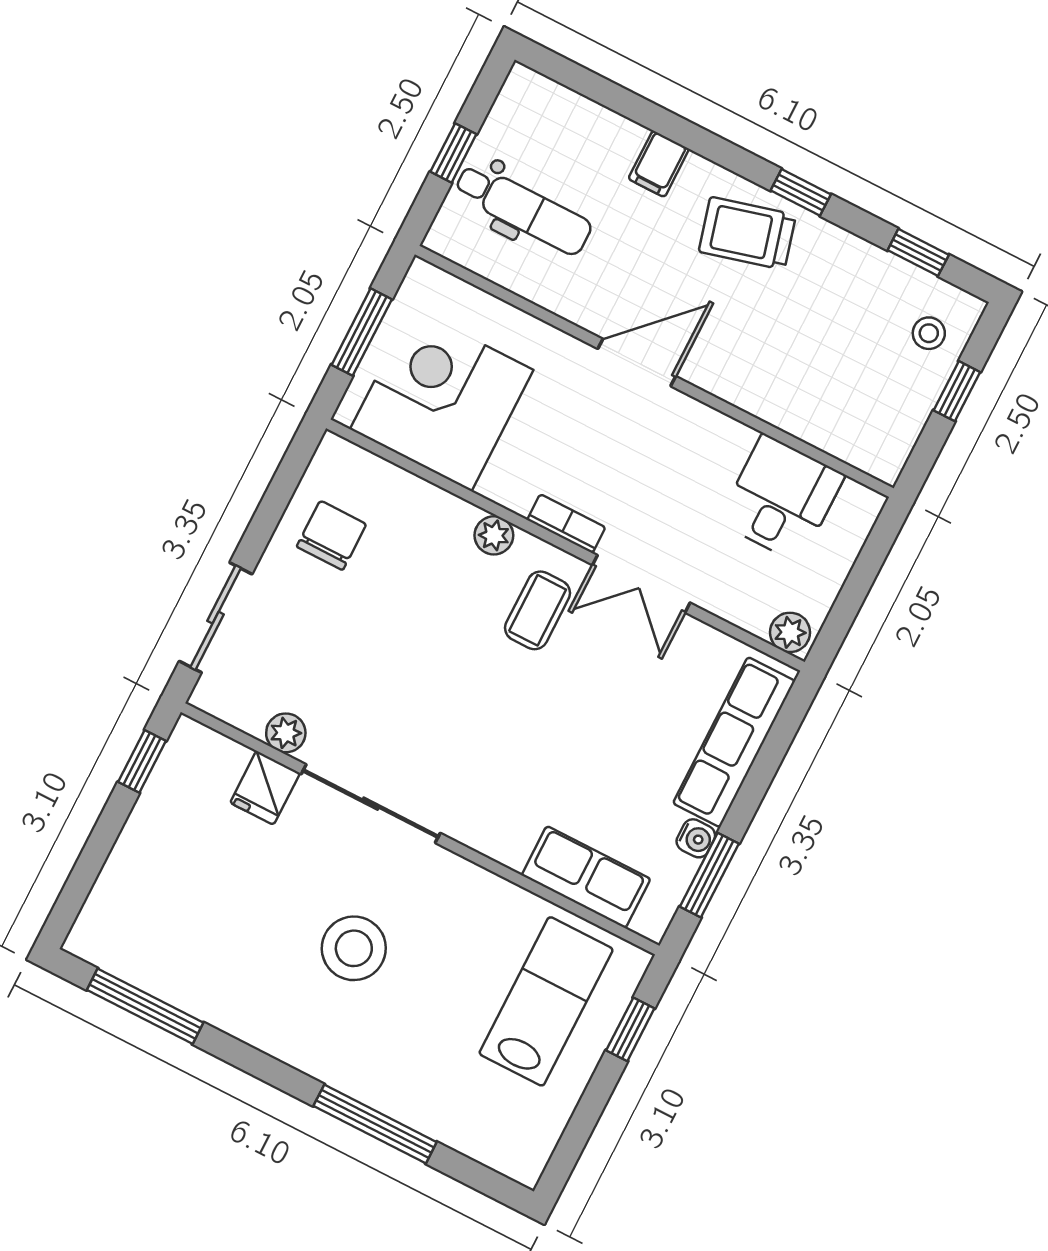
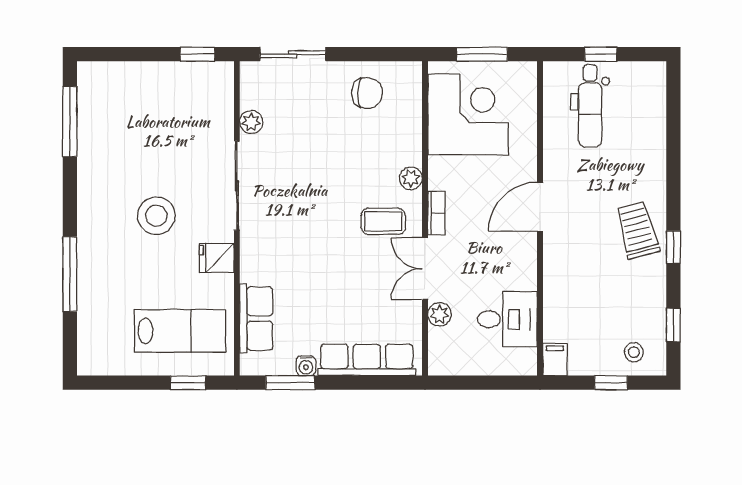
filing cabinet: (659, 164) -> (555, 359), moved, turned 90
door: (637, 362) -> (540, 207), swing flipped
plant: (790, 632) -> (439, 314), moved
fridge: (265, 788) -> (217, 258), moved

